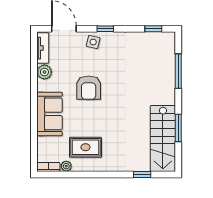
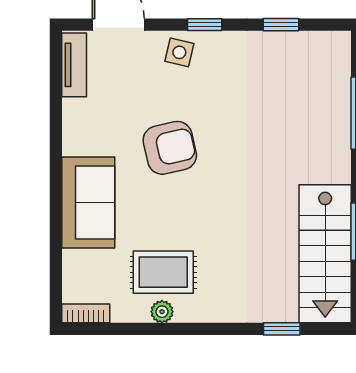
window: (153, 29) -> (281, 25), moved
plant: (44, 72) -> (78, 115), removed
armchair: (89, 88) -> (170, 148), turned -103
plant: (66, 166) -> (162, 312), moved

